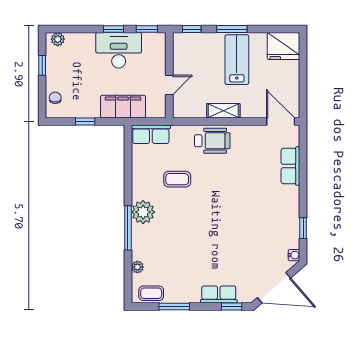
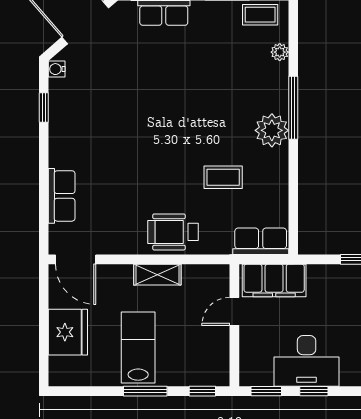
fridge: (284, 46) -> (68, 332), moved, turned 90
lab bench: (237, 60) -> (138, 348), turned 180
filing cabinet: (123, 107) -> (274, 280), moved

